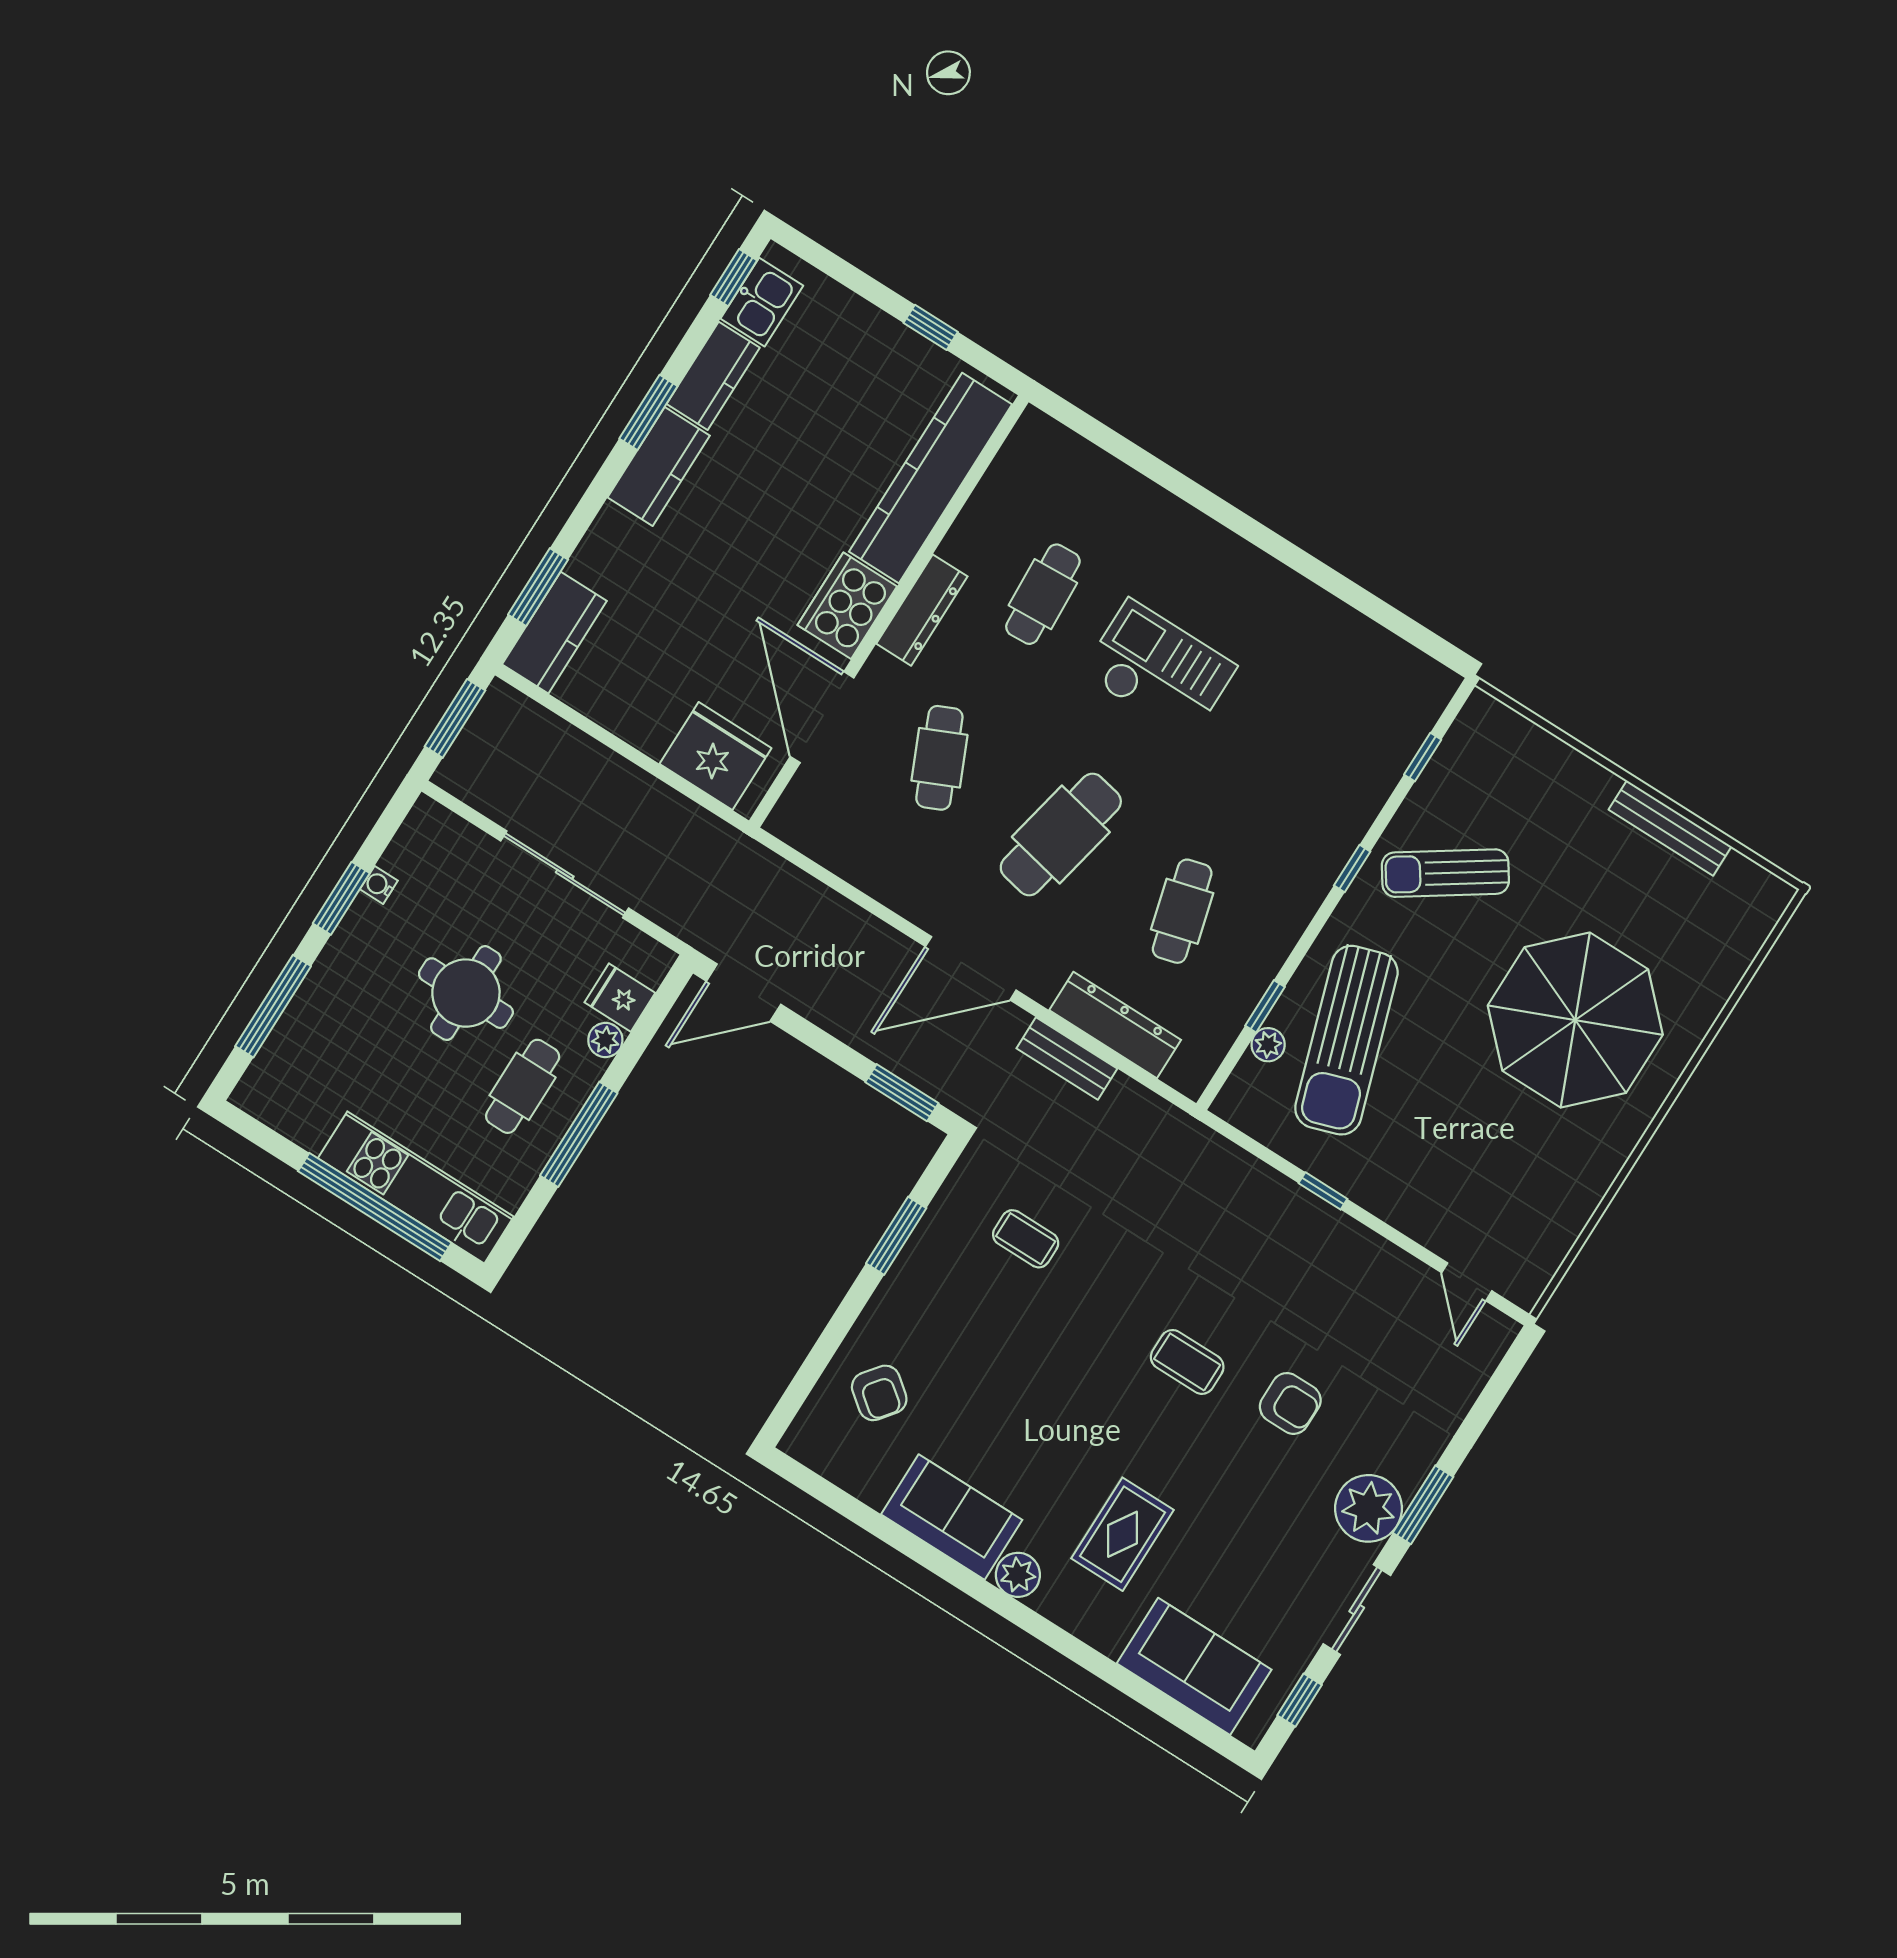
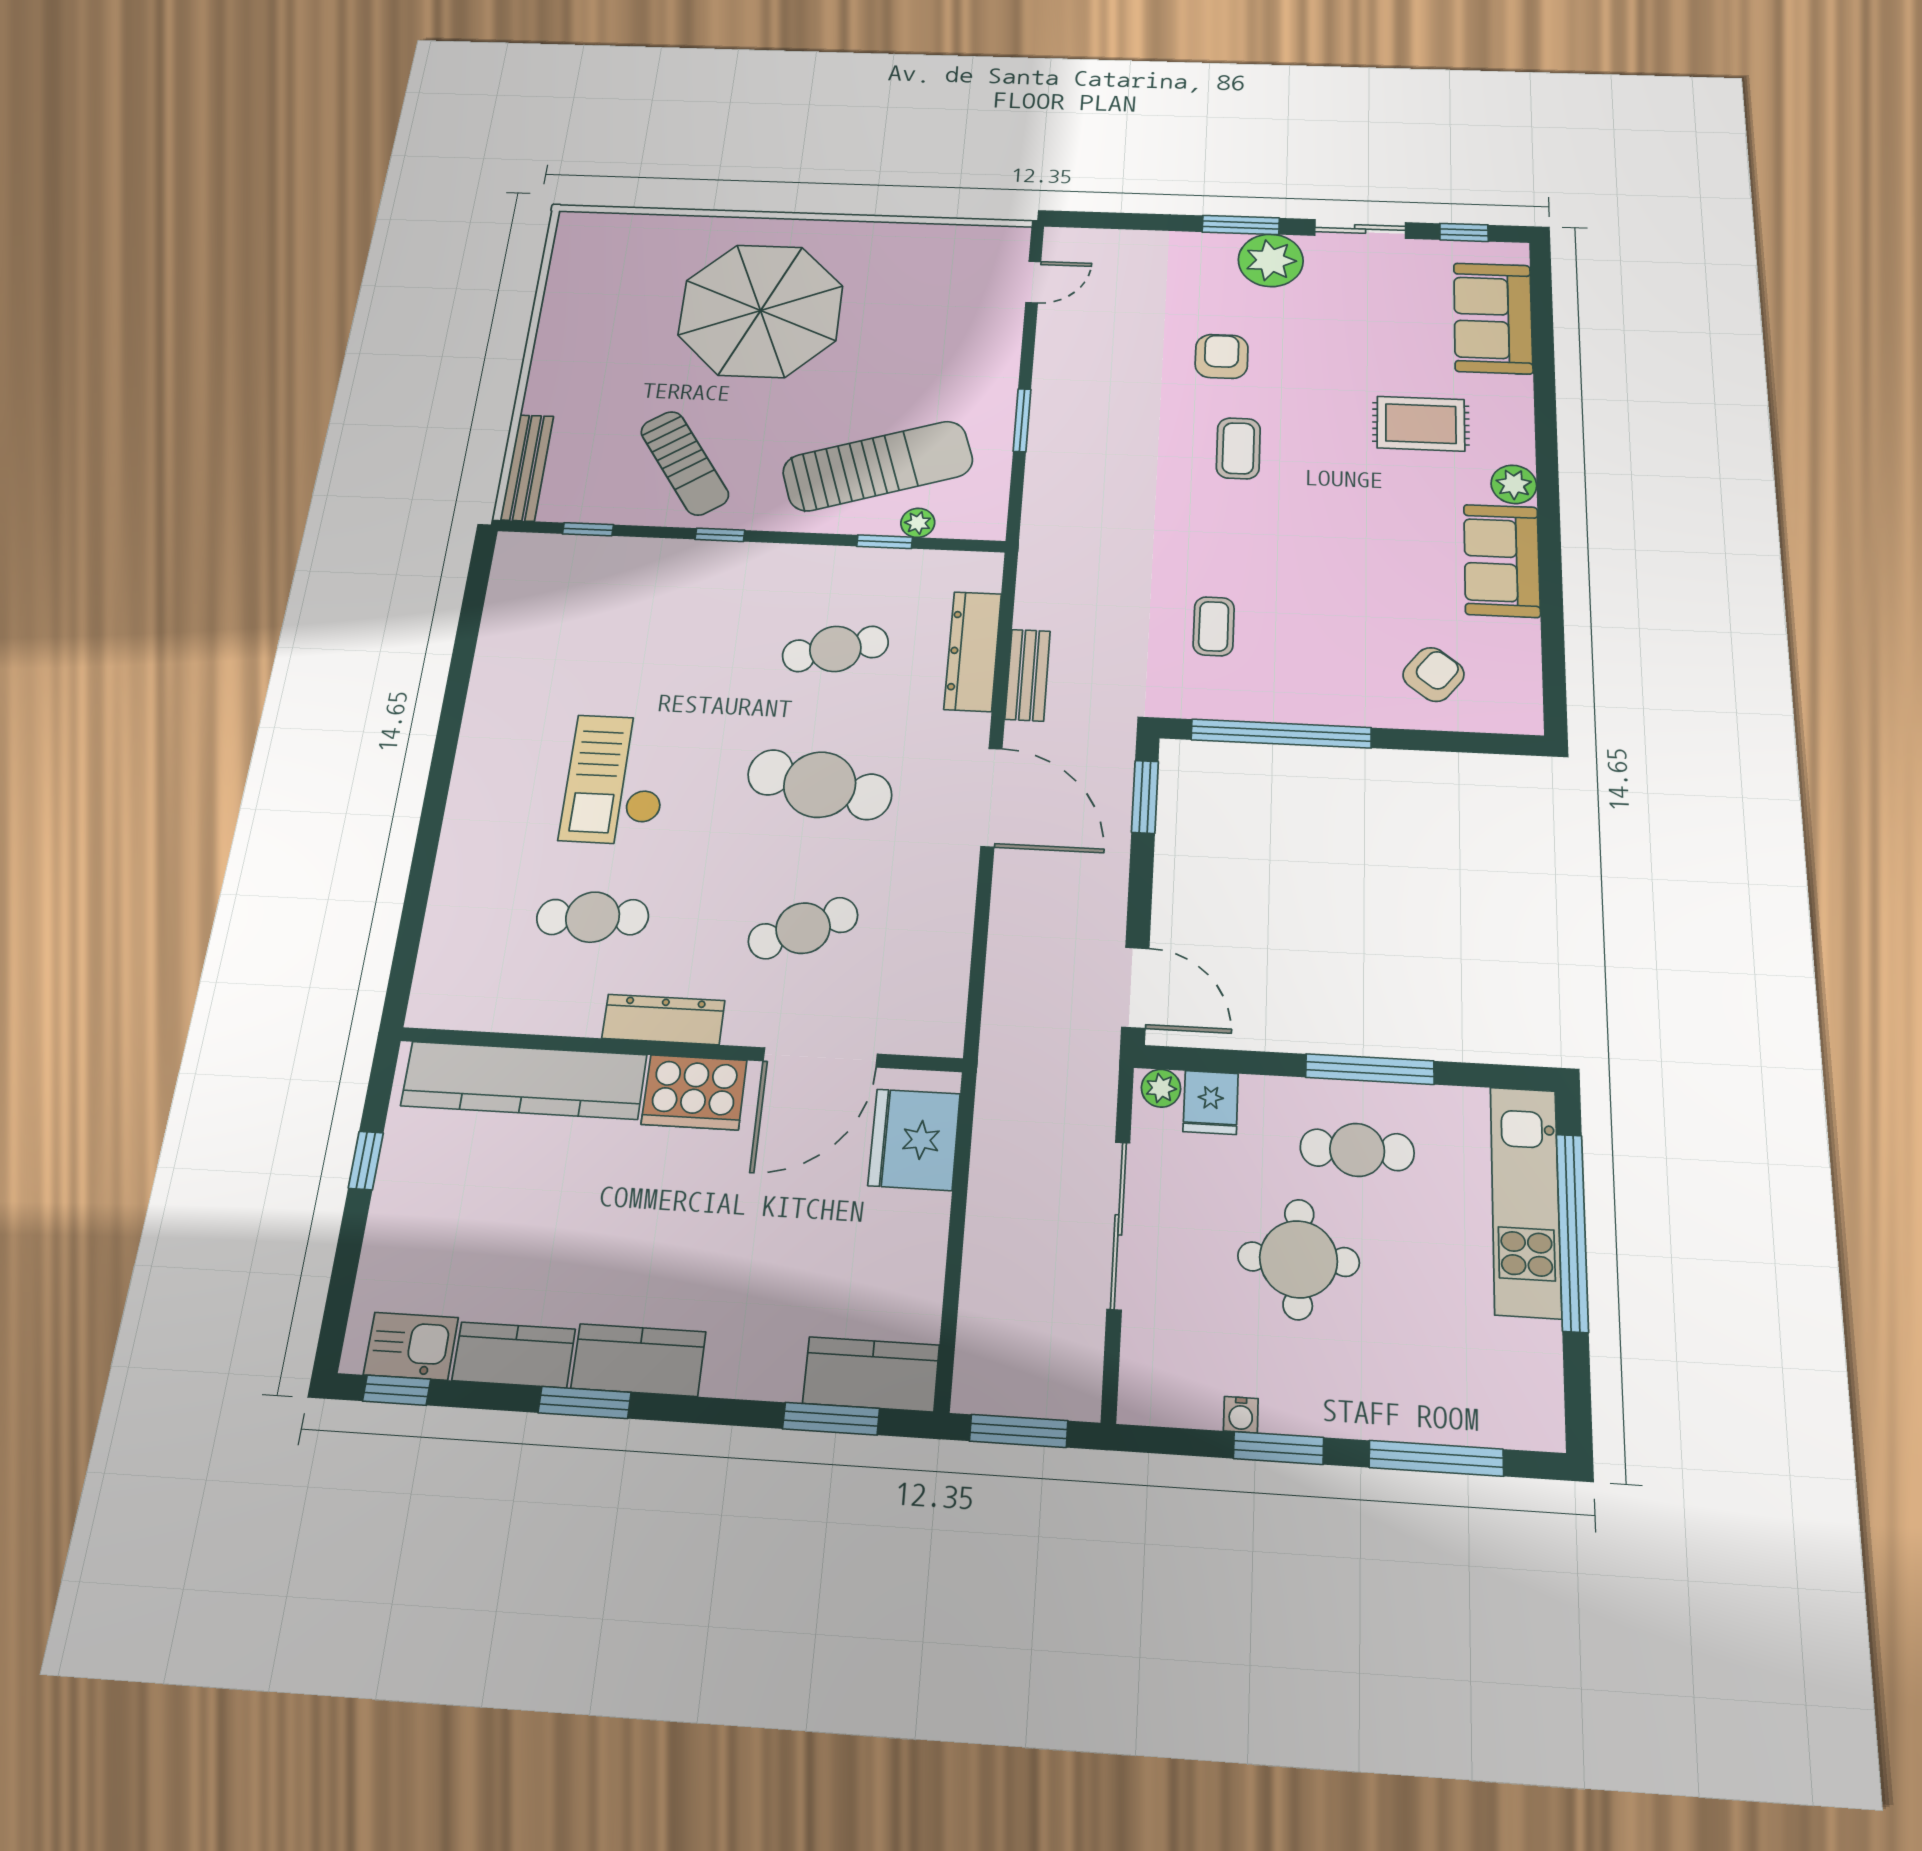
bench: (1670, 828) -> (527, 468), moved
plant: (605, 1040) -> (1161, 1088), moved
window: (1323, 1191) -> (1022, 420), width x1.50
window: (896, 1236) -> (1281, 734), width x2.11

